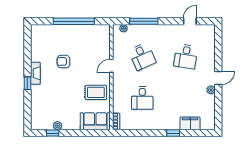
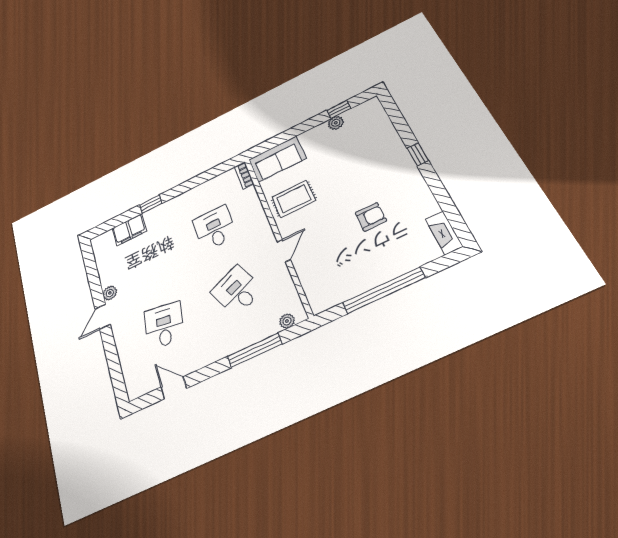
door: (190, 21) -> (174, 388), swing flipped
fireplace: (35, 73) -> (444, 233), moved

